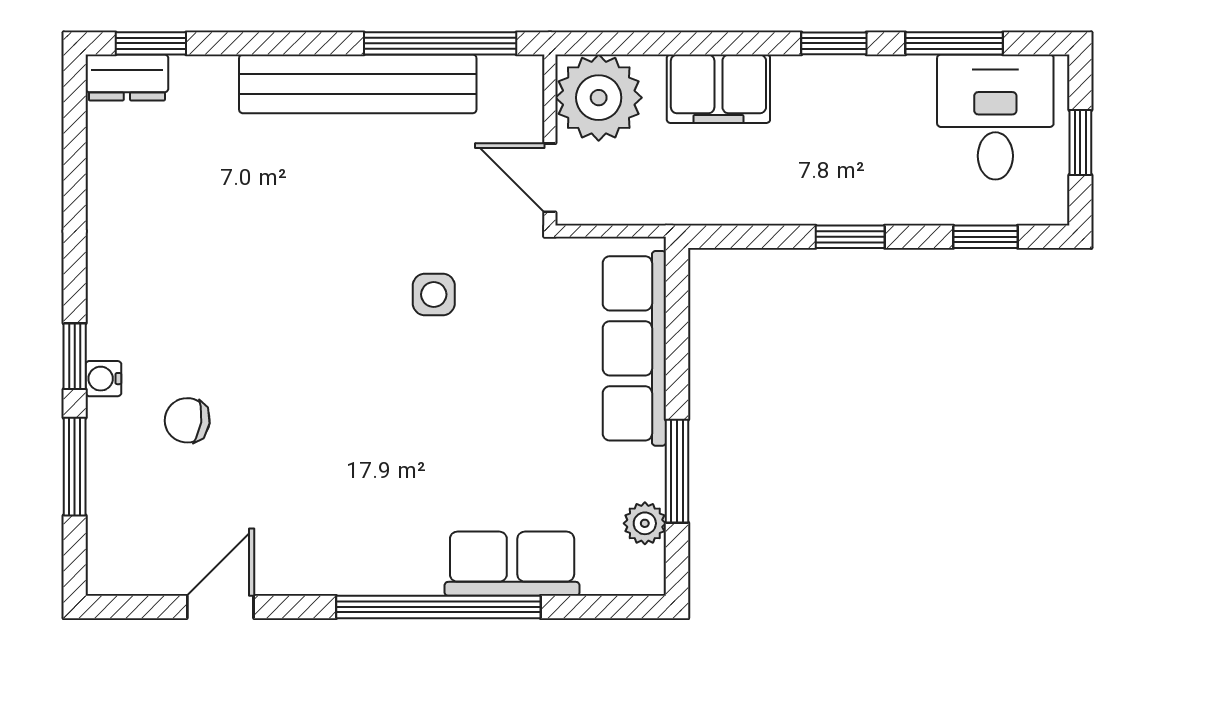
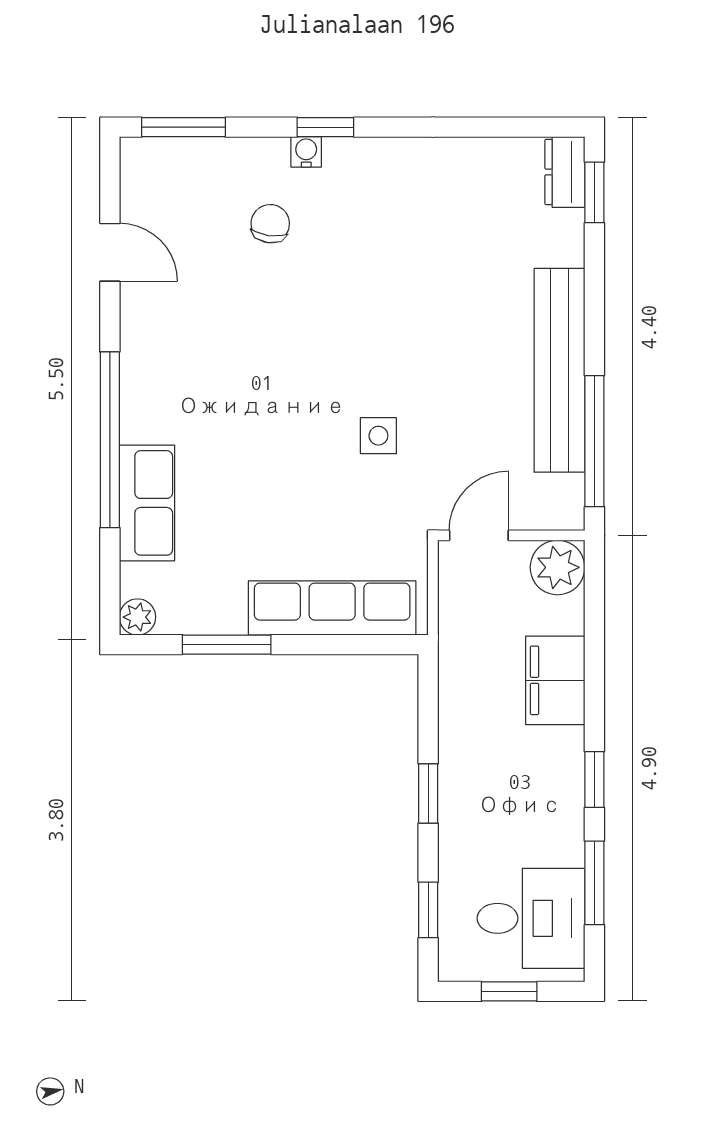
plant: (599, 98) -> (558, 567), width x0.73, depth x0.73
window: (75, 467) -> (184, 127), moved
plant: (645, 523) -> (138, 617), moved

